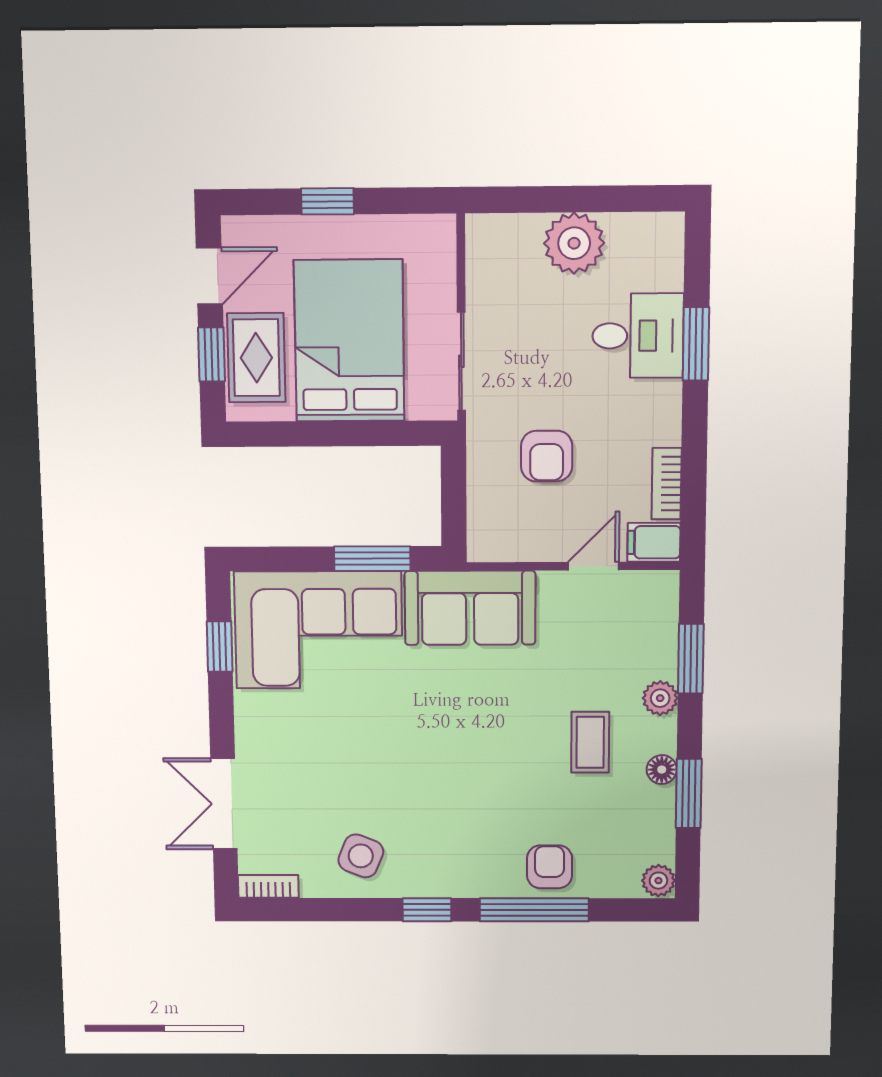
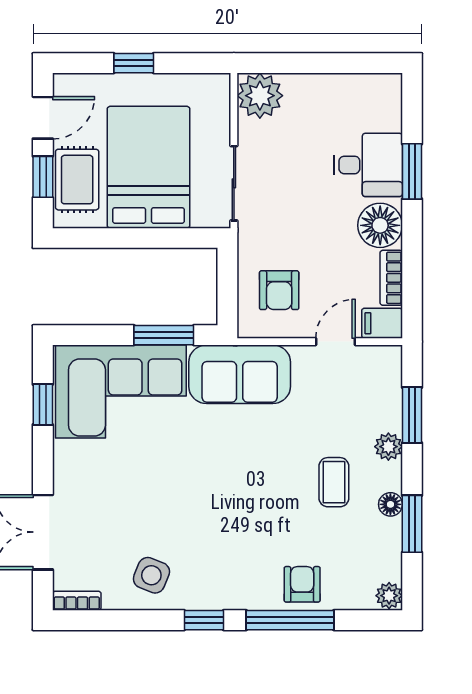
plant: (574, 243) -> (260, 96), moved
floor lamp: (653, 415) -> (380, 225), added
armchair: (547, 456) -> (279, 290), moved

